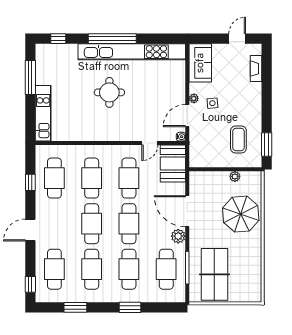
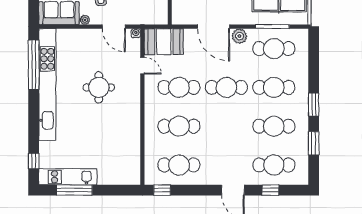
window: (112, 39) -> (34, 65), moved
round table: (109, 92) -> (99, 87), moved
plant: (194, 98) -> (85, 20), moved
kitchen unit: (43, 113) -> (68, 177), moved
window: (30, 182) -> (162, 190), moved
door: (187, 211) -> (214, 27), hinge flipped
cafe table: (92, 224) -> (226, 126), removed
window: (30, 284) -> (271, 190), moved
window: (130, 307) -> (314, 105), moved

